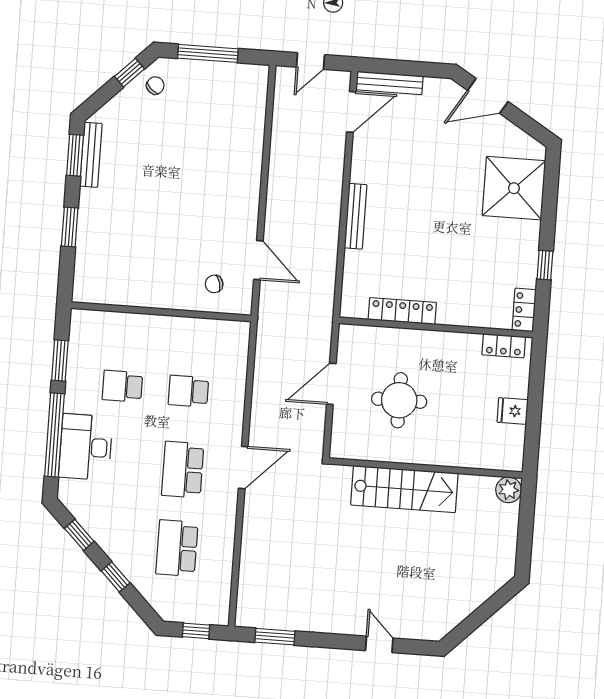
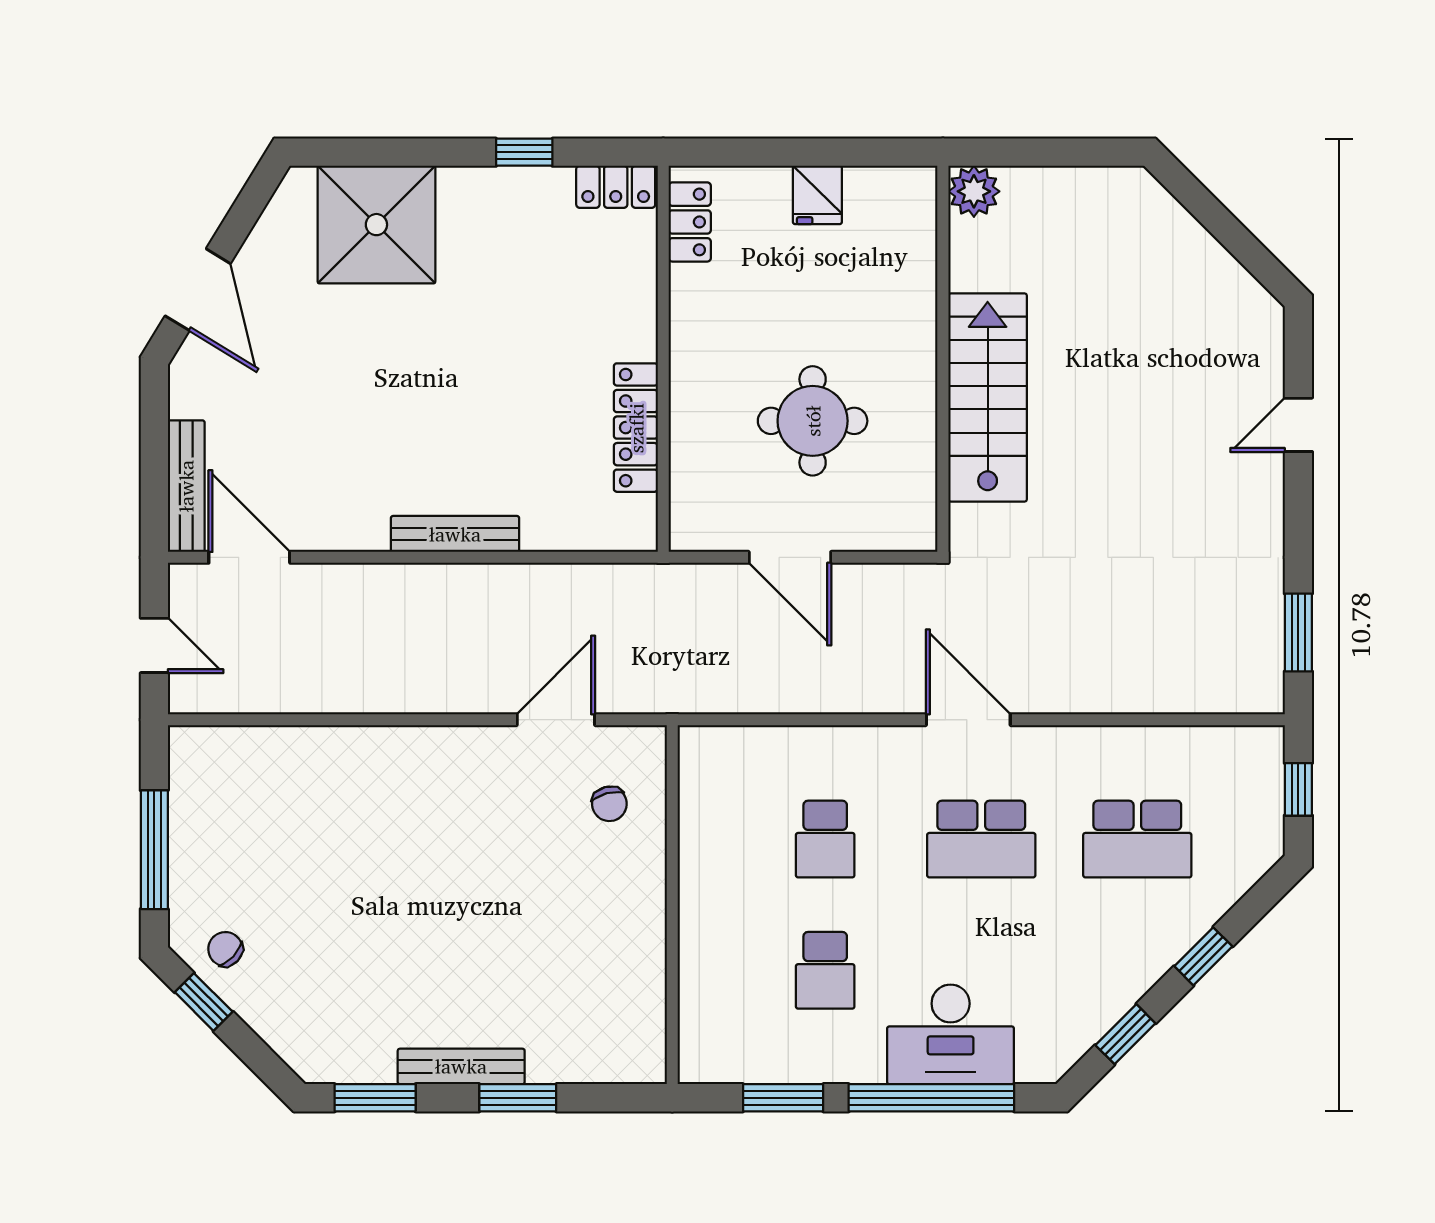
bench: (91, 155) -> (461, 1066), moved

